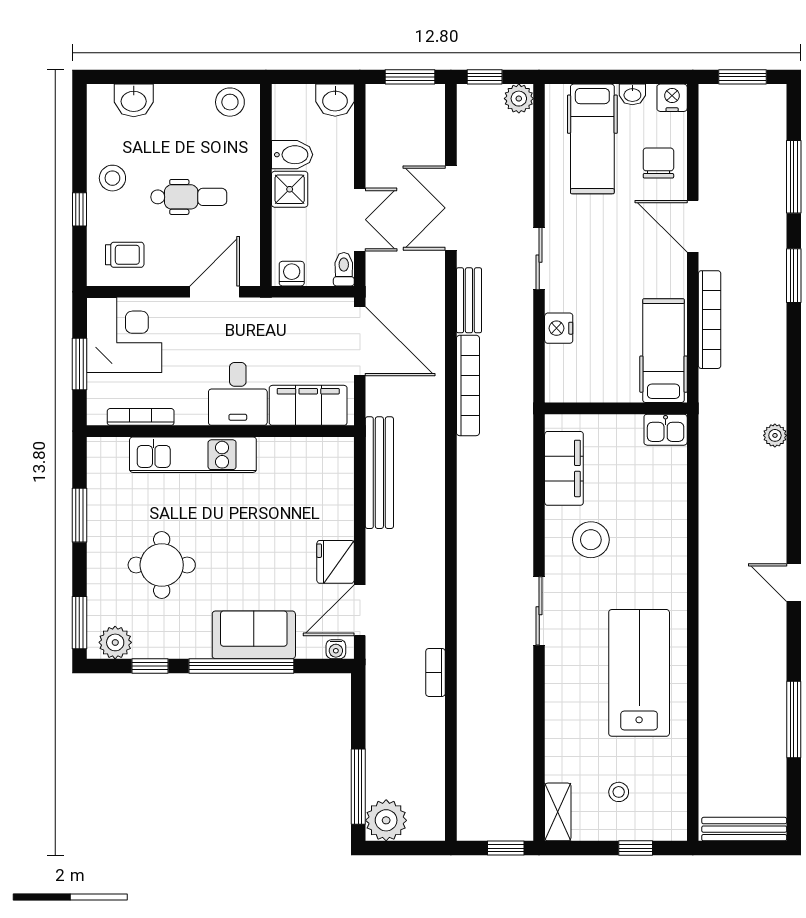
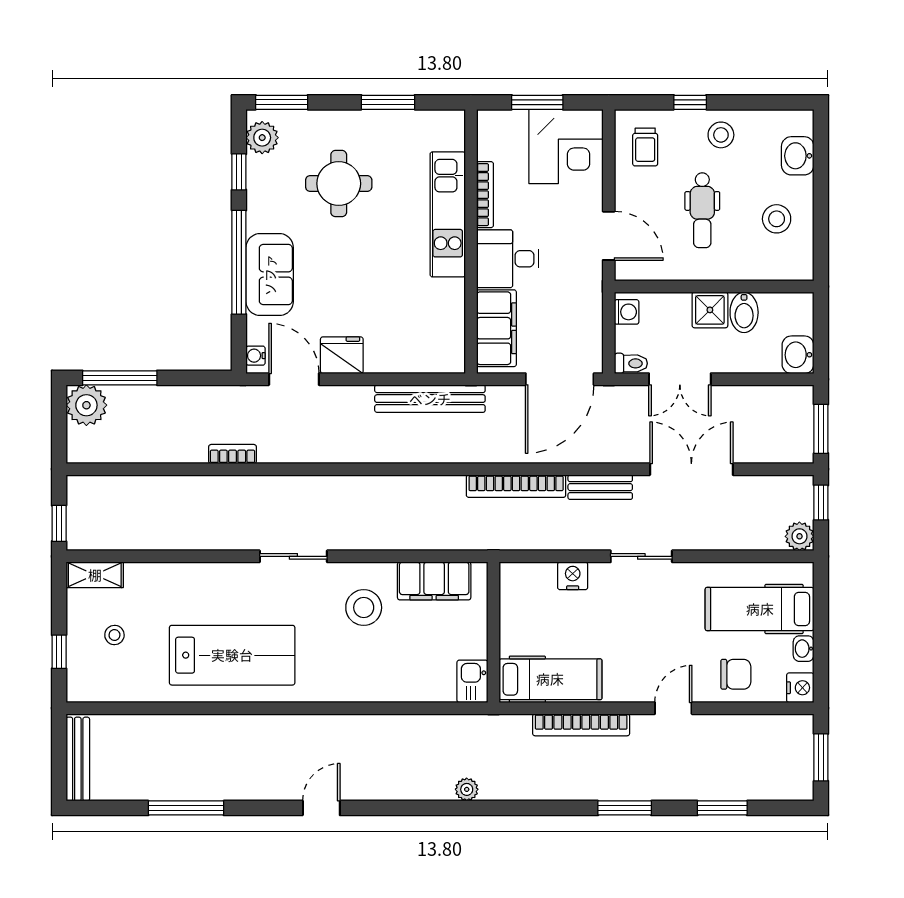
stool: (230, 102) -> (777, 219), moved
window: (794, 177) -> (722, 808), width x0.69
door: (693, 226) -> (673, 708), width x0.73
bookcase: (141, 417) -> (485, 195), moved

